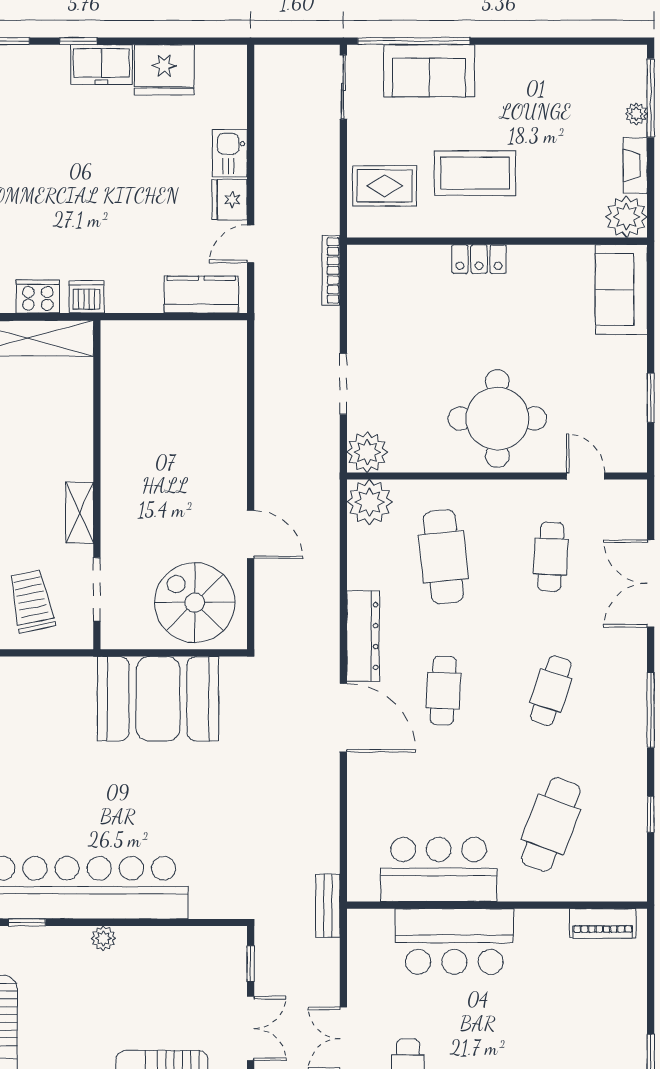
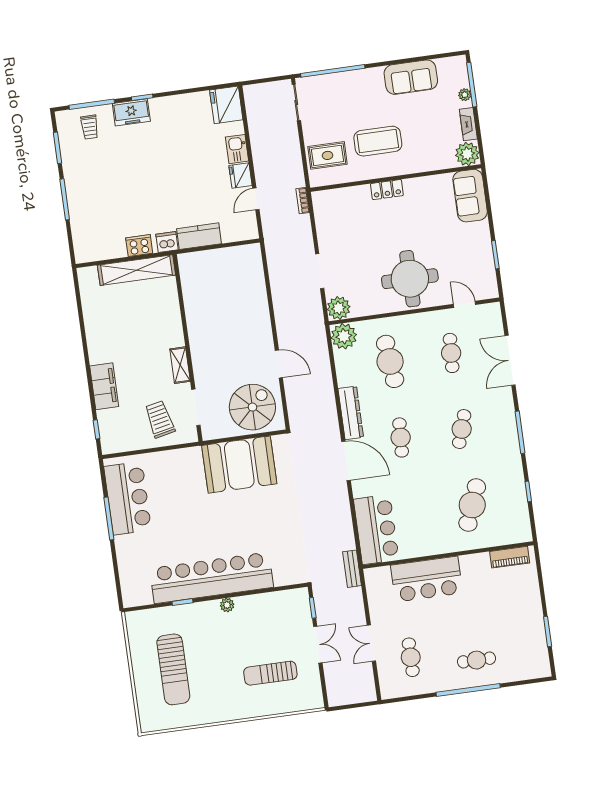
freezer: (101, 65) -> (131, 112), moved
fridge: (164, 70) -> (226, 105), moved, turned 90
sofa: (429, 71) -> (411, 77), moved
bookcase: (331, 270) -> (303, 201), width x0.64
kitchen counter: (201, 295) -> (199, 236), moved
spiral stairs: (195, 603) -> (252, 407), turned 90
bar counter: (439, 869) -> (376, 530), moved, turned 90

